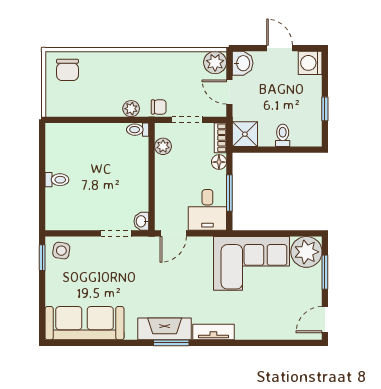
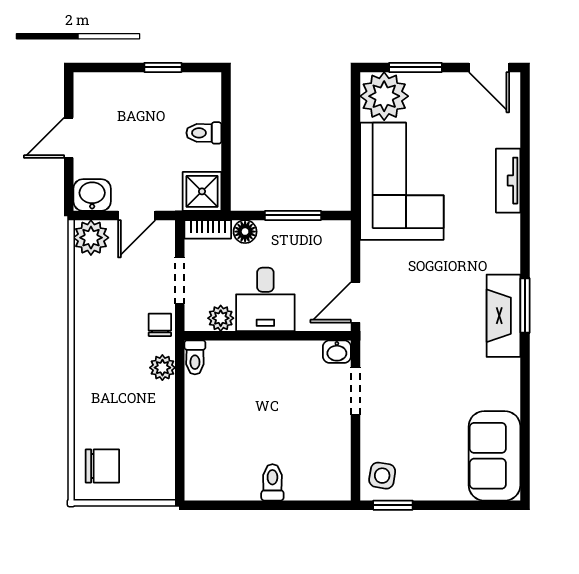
washing machine: (310, 63) -> (92, 90), removed
desk: (207, 210) -> (265, 299), moved, turned 90
door: (173, 233) -> (355, 302), swing flipped
sofa: (85, 323) -> (495, 456), width x0.73
tv unit: (213, 332) -> (508, 181), moved

